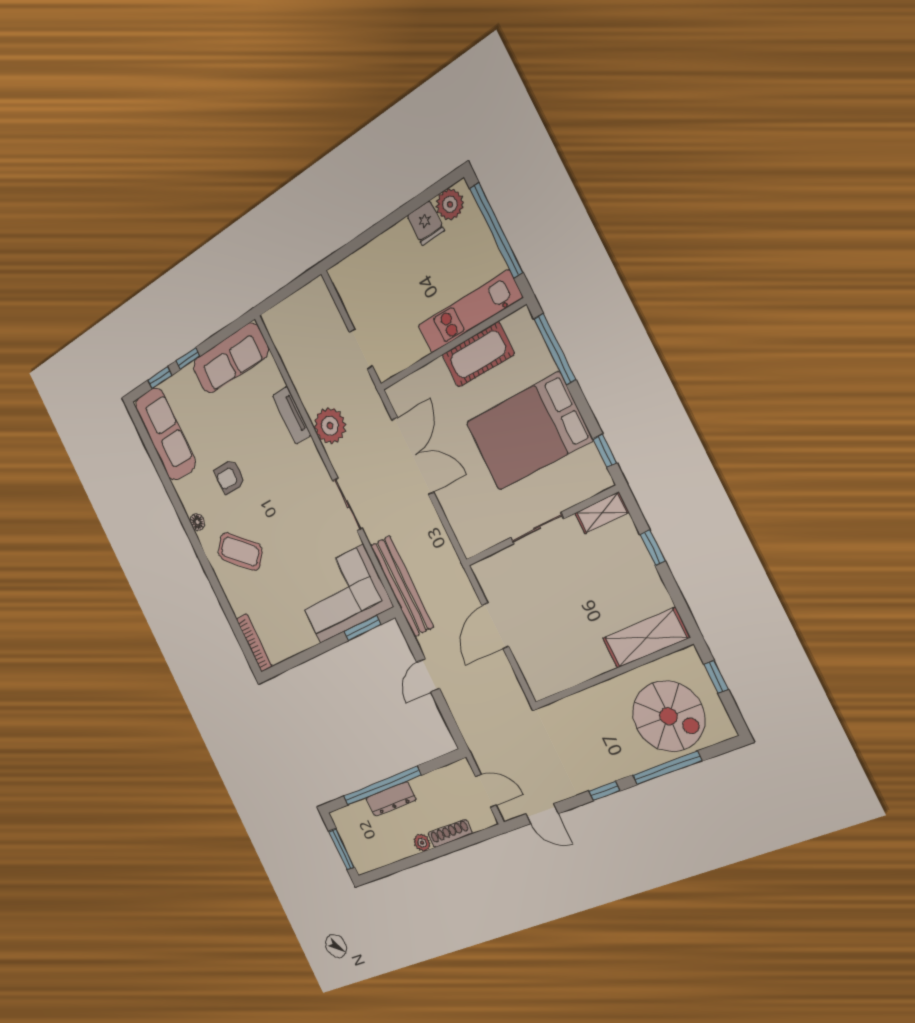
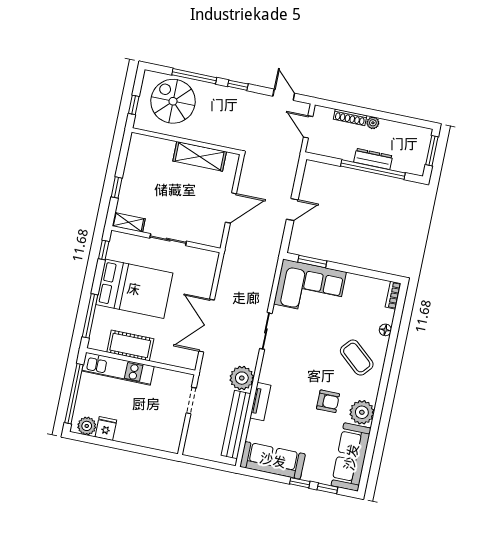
plant: (192, 494) -> (362, 412), added
floor lamp: (197, 522) -> (385, 330), moved
bench: (402, 586) -> (236, 424), moved
shelving: (646, 638) -> (200, 156), moved
bookcase: (254, 643) -> (393, 295), width x0.64

